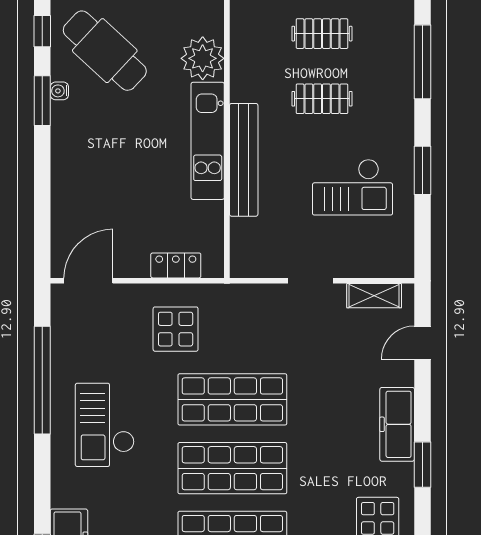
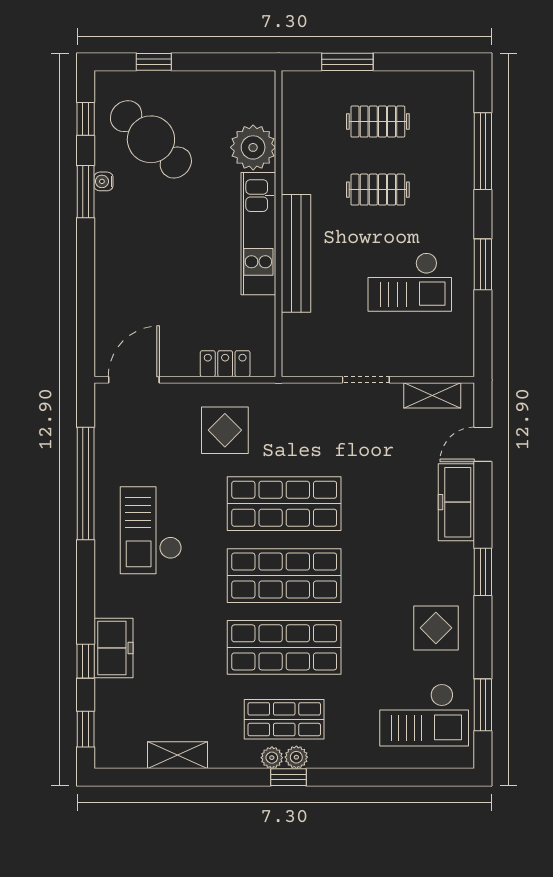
freezer: (397, 424) -> (456, 502), moved

